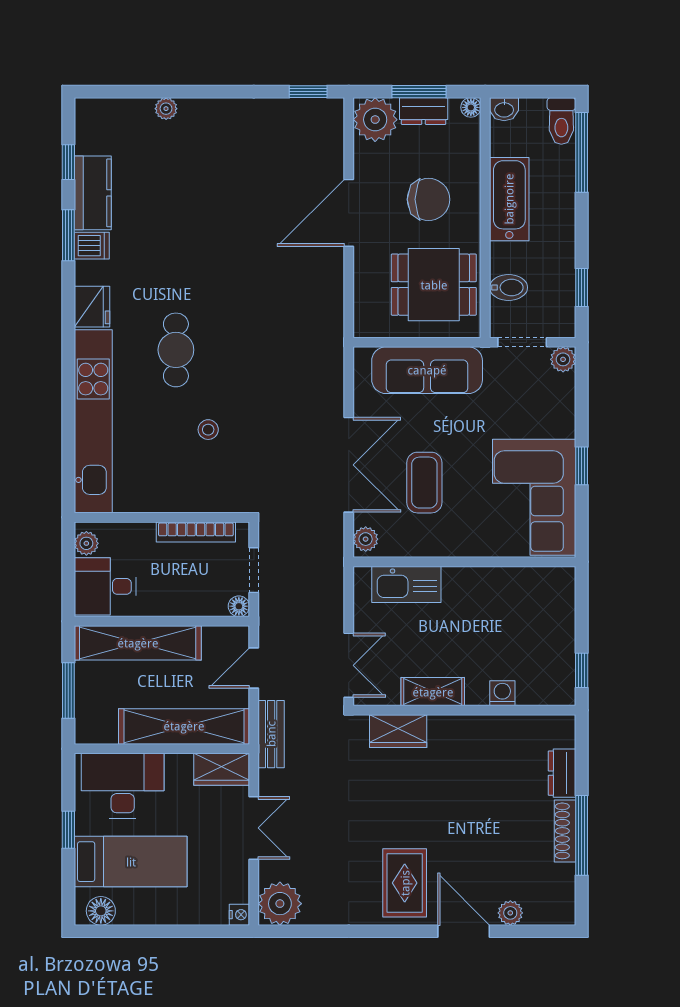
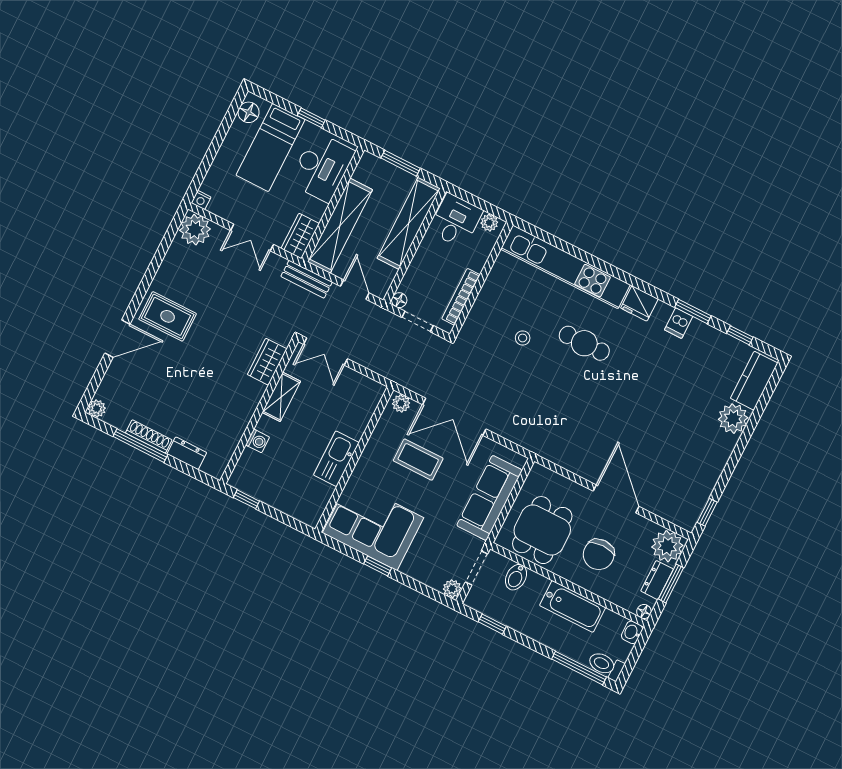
plant: (166, 109) -> (733, 419), width x1.88, depth x1.88
kitchen counter: (93, 193) -> (754, 381), moved, turned 90
kitchen sink: (406, 585) -> (336, 459), moved
plant: (510, 913) -> (97, 409), moved

